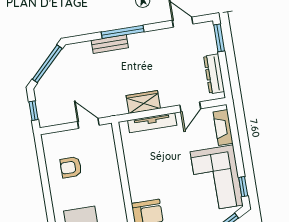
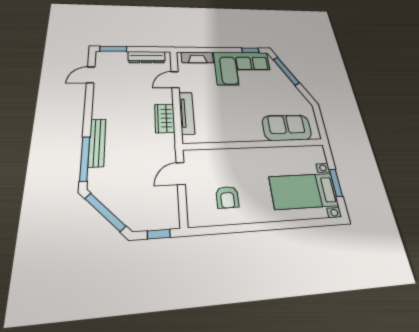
window: (123, 32) -> (85, 159), moved
bench: (110, 44) -> (97, 142), width x1.36
door: (190, 107) -> (175, 80), swing flipped

